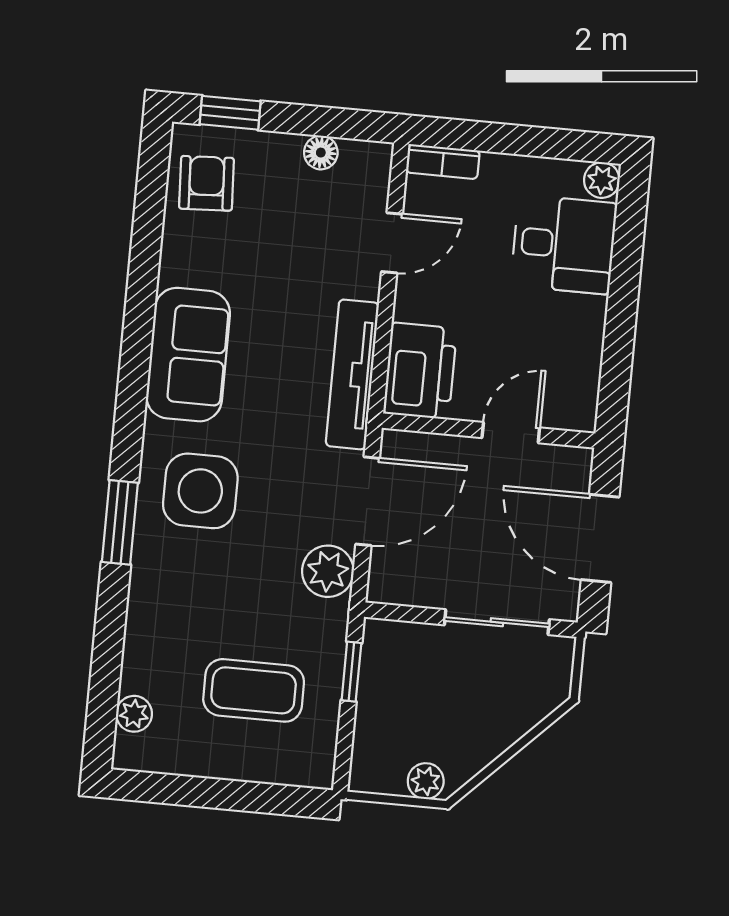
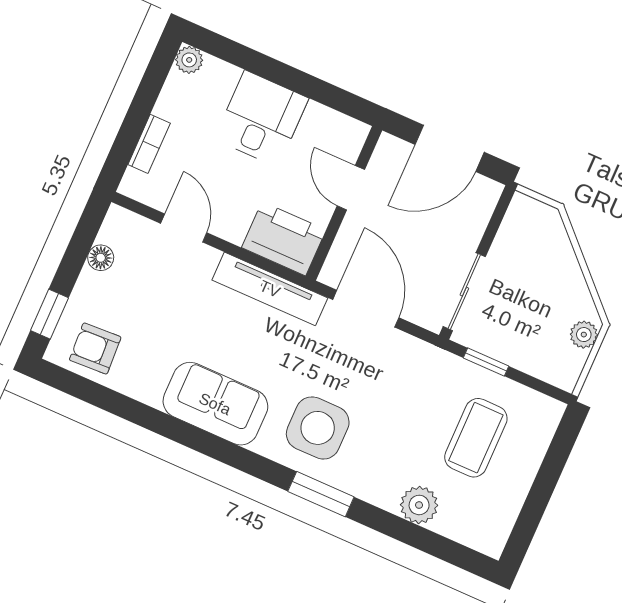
bookcase: (443, 162) -> (149, 144), moved
desk: (564, 244) -> (261, 119), moved
plant: (328, 571) -> (407, 355), removed
sliding door: (497, 622) -> (464, 292), moved
plant: (134, 714) -> (419, 505), moved, width x1.38, depth x1.38

